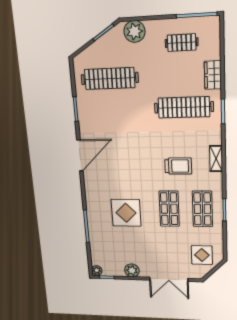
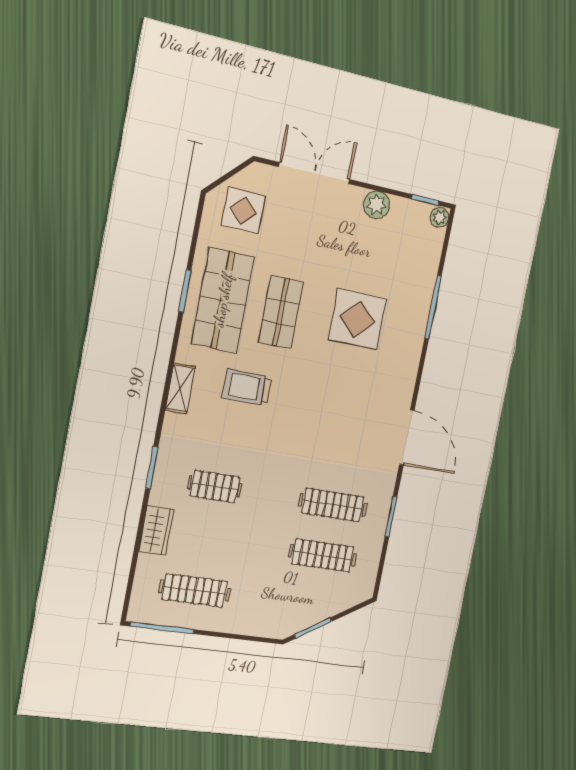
plant: (134, 31) -> (264, 621), removed
clothes rail: (182, 43) -> (195, 590), width x1.36
clothes rail: (110, 79) -> (323, 555), width x0.73, depth x0.76
clothes rail: (184, 107) -> (215, 486), width x0.54, depth x0.76
clothes rail: (112, 109) -> (333, 505), added
door: (80, 155) -> (407, 438), swing flipped
shop shelf: (202, 209) -> (223, 300), width x1.43, depth x1.36

